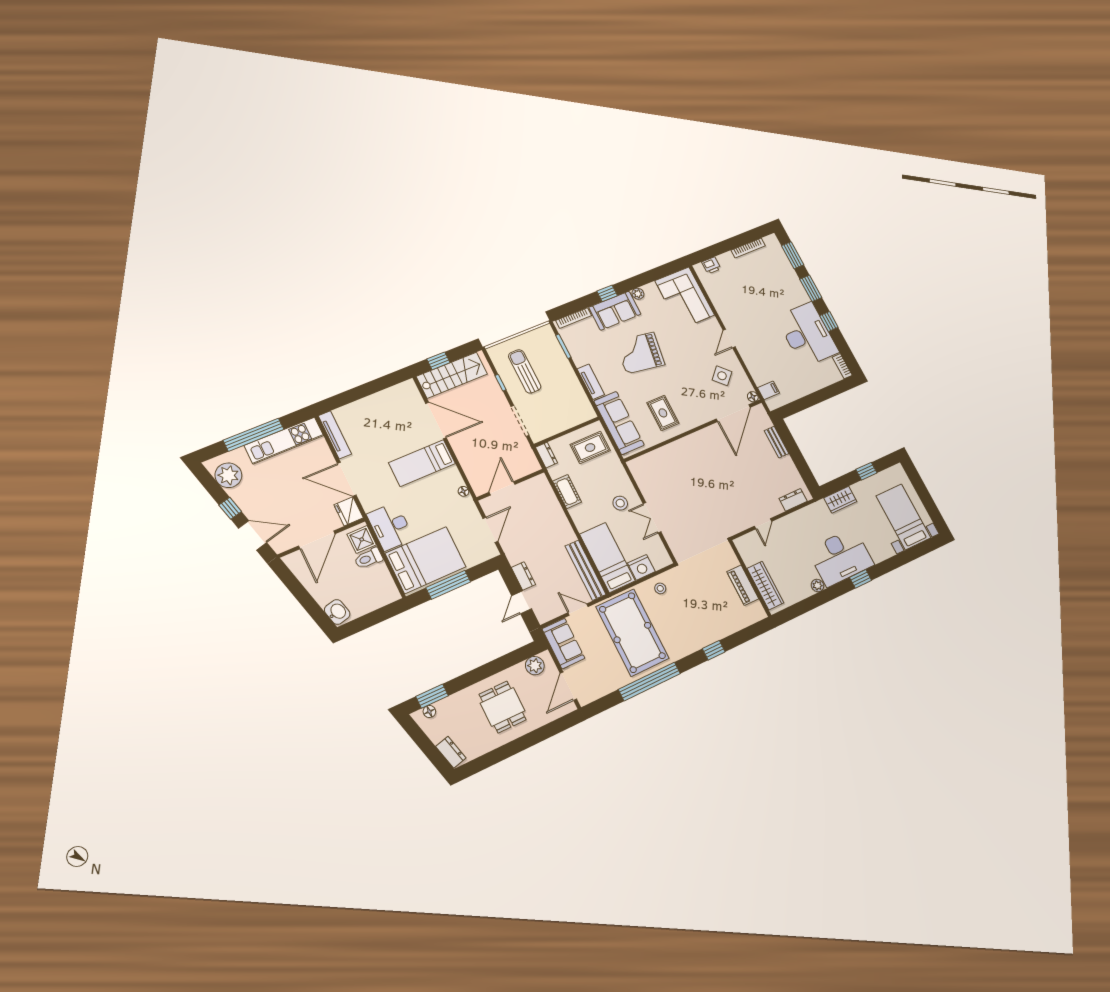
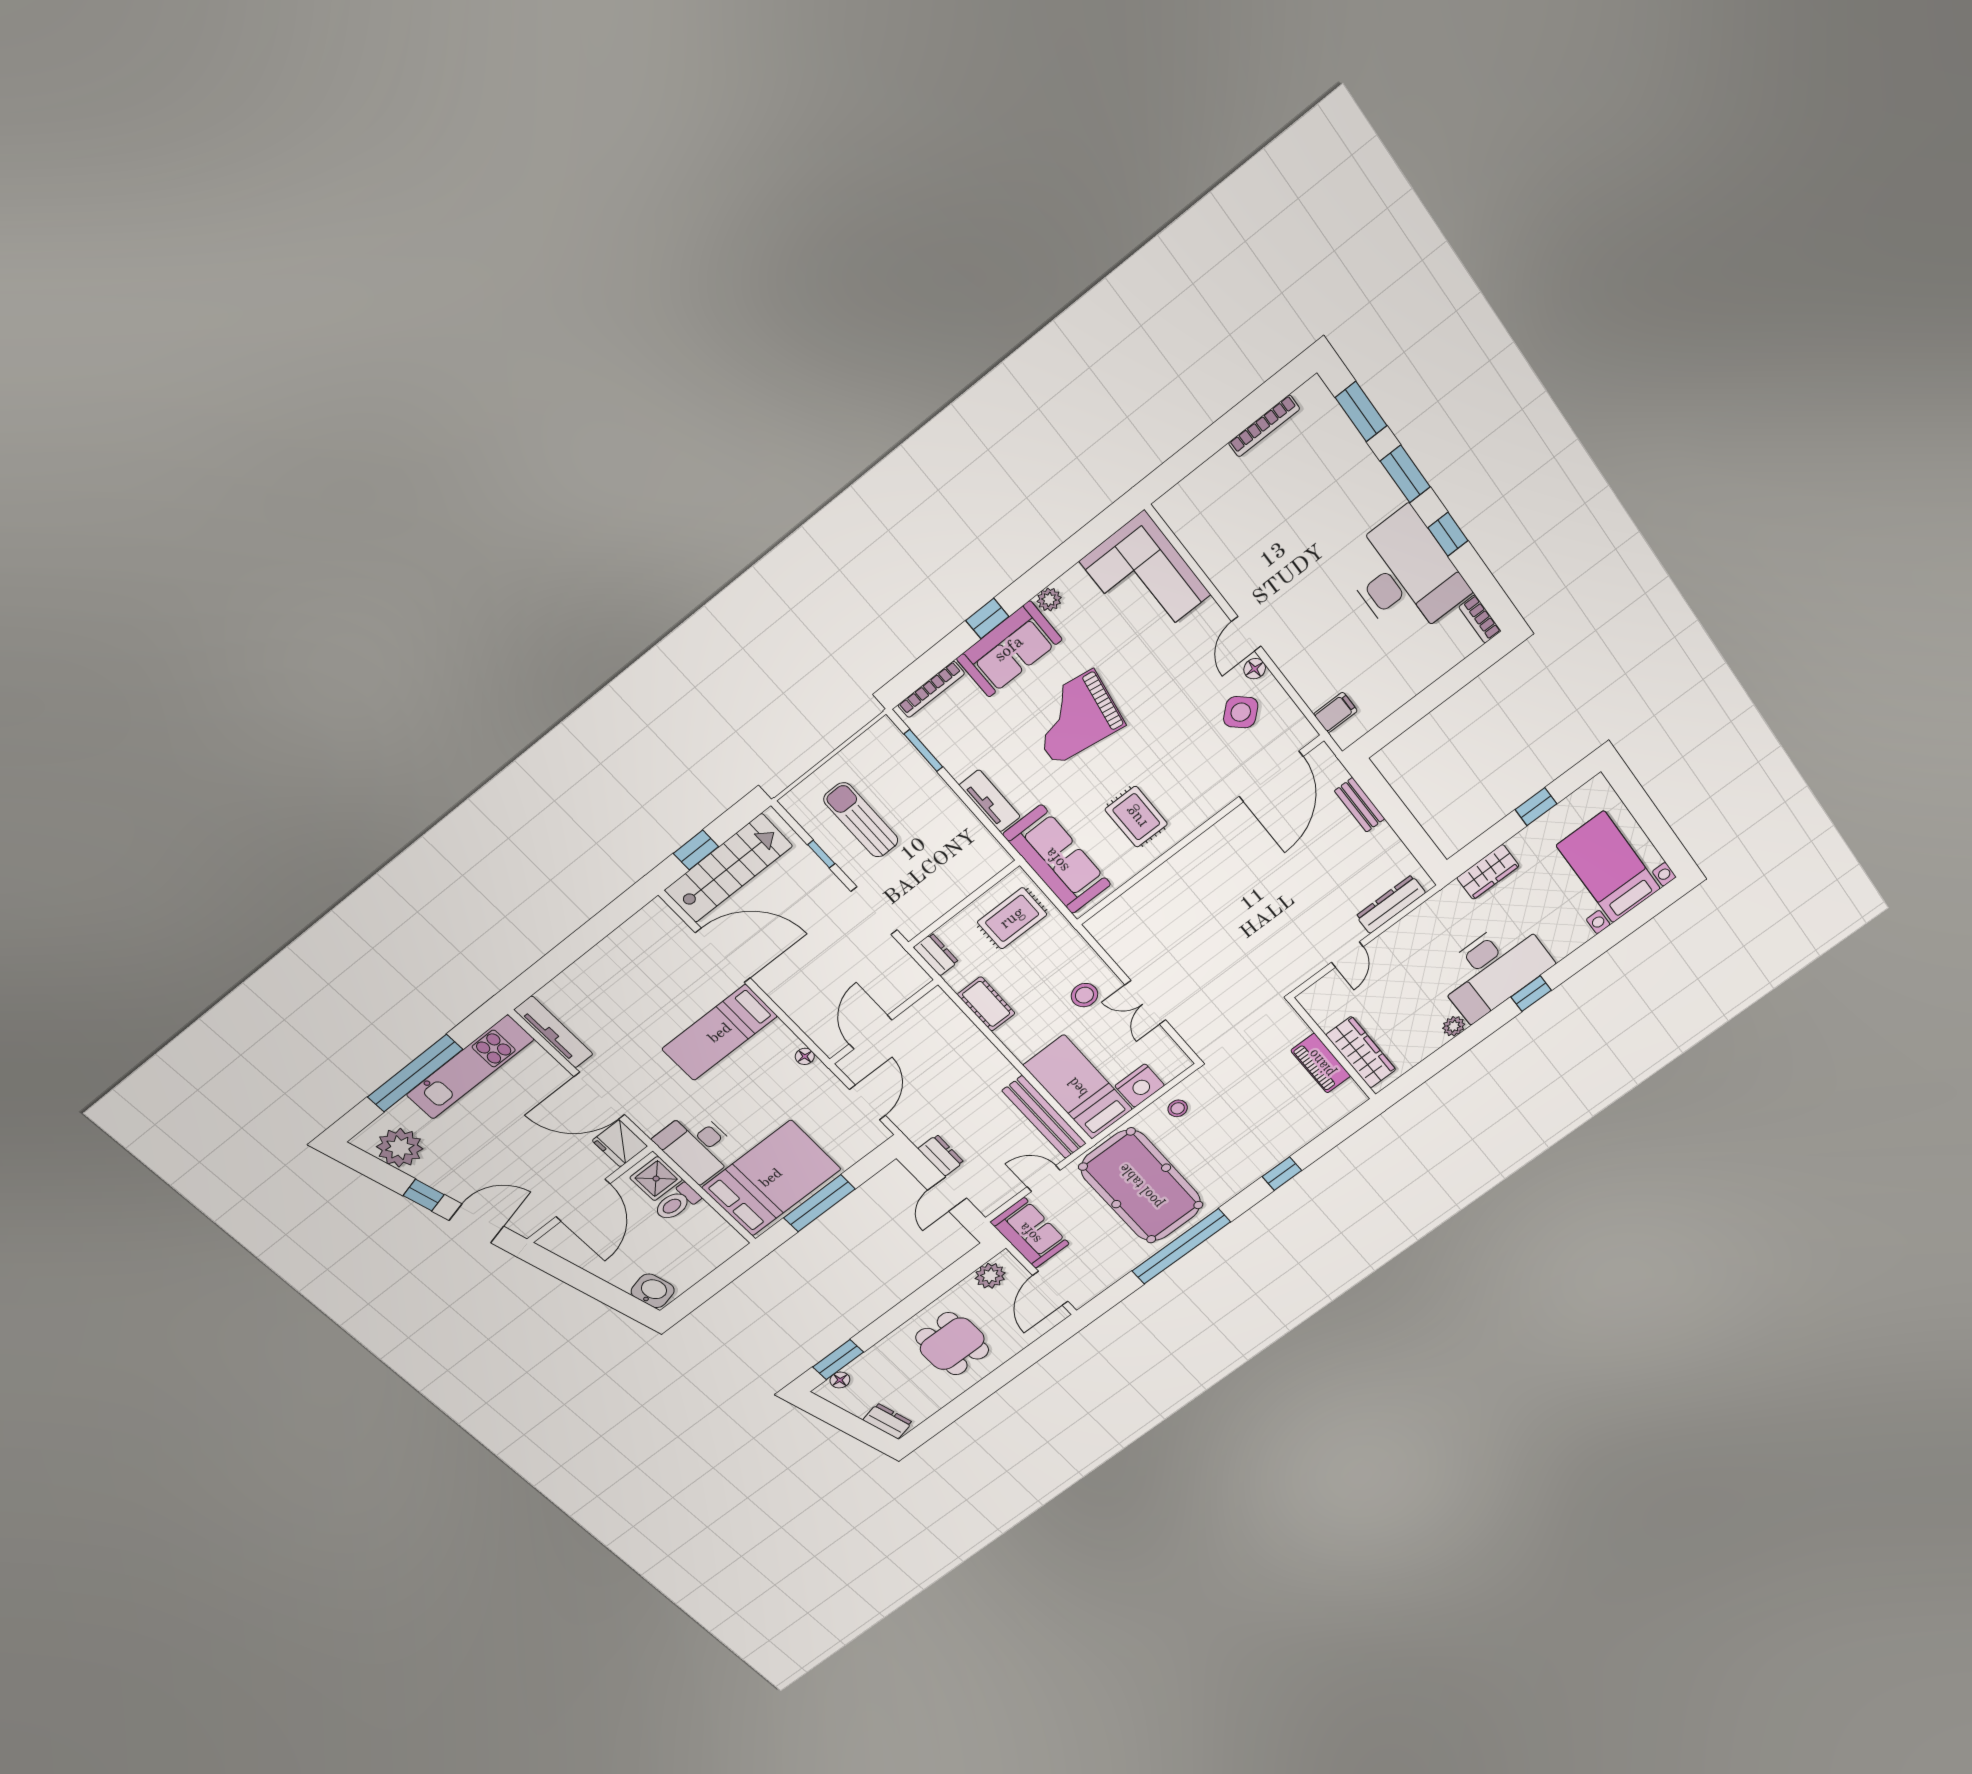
printer: (711, 265) -> (1191, 490), removed
floor lamp: (753, 397) -> (1255, 669), moved
dresser: (793, 500) -> (1391, 904), width x1.44

